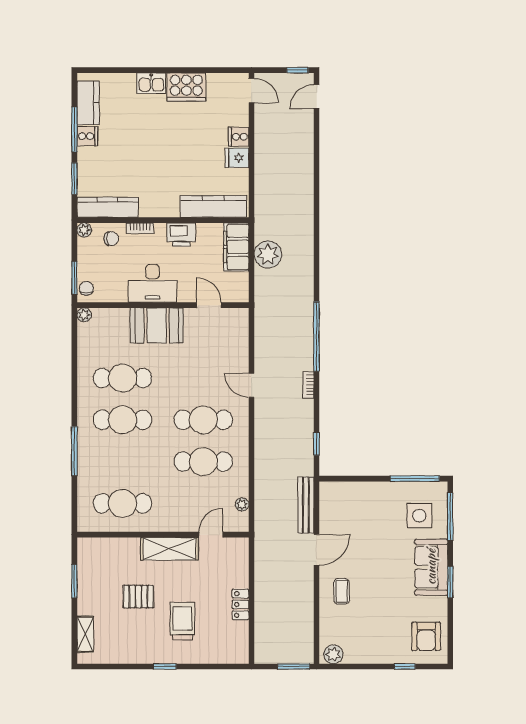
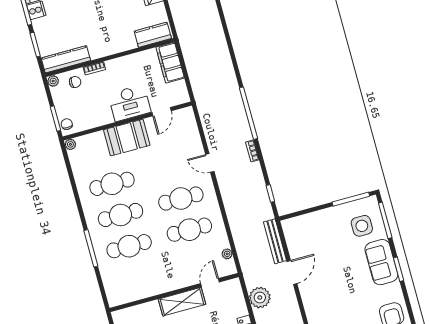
kitchen counter: (213, 206) -> (153, 35), width x0.67
printer: (181, 235) -> (127, 65), removed
plant: (268, 254) -> (260, 298), moved
desk: (152, 283) -> (129, 103), moved
door: (209, 305) -> (162, 112), swing flipped
cafe table: (123, 503) -> (129, 246), moved
coffee table: (342, 591) -> (319, 298), removed

